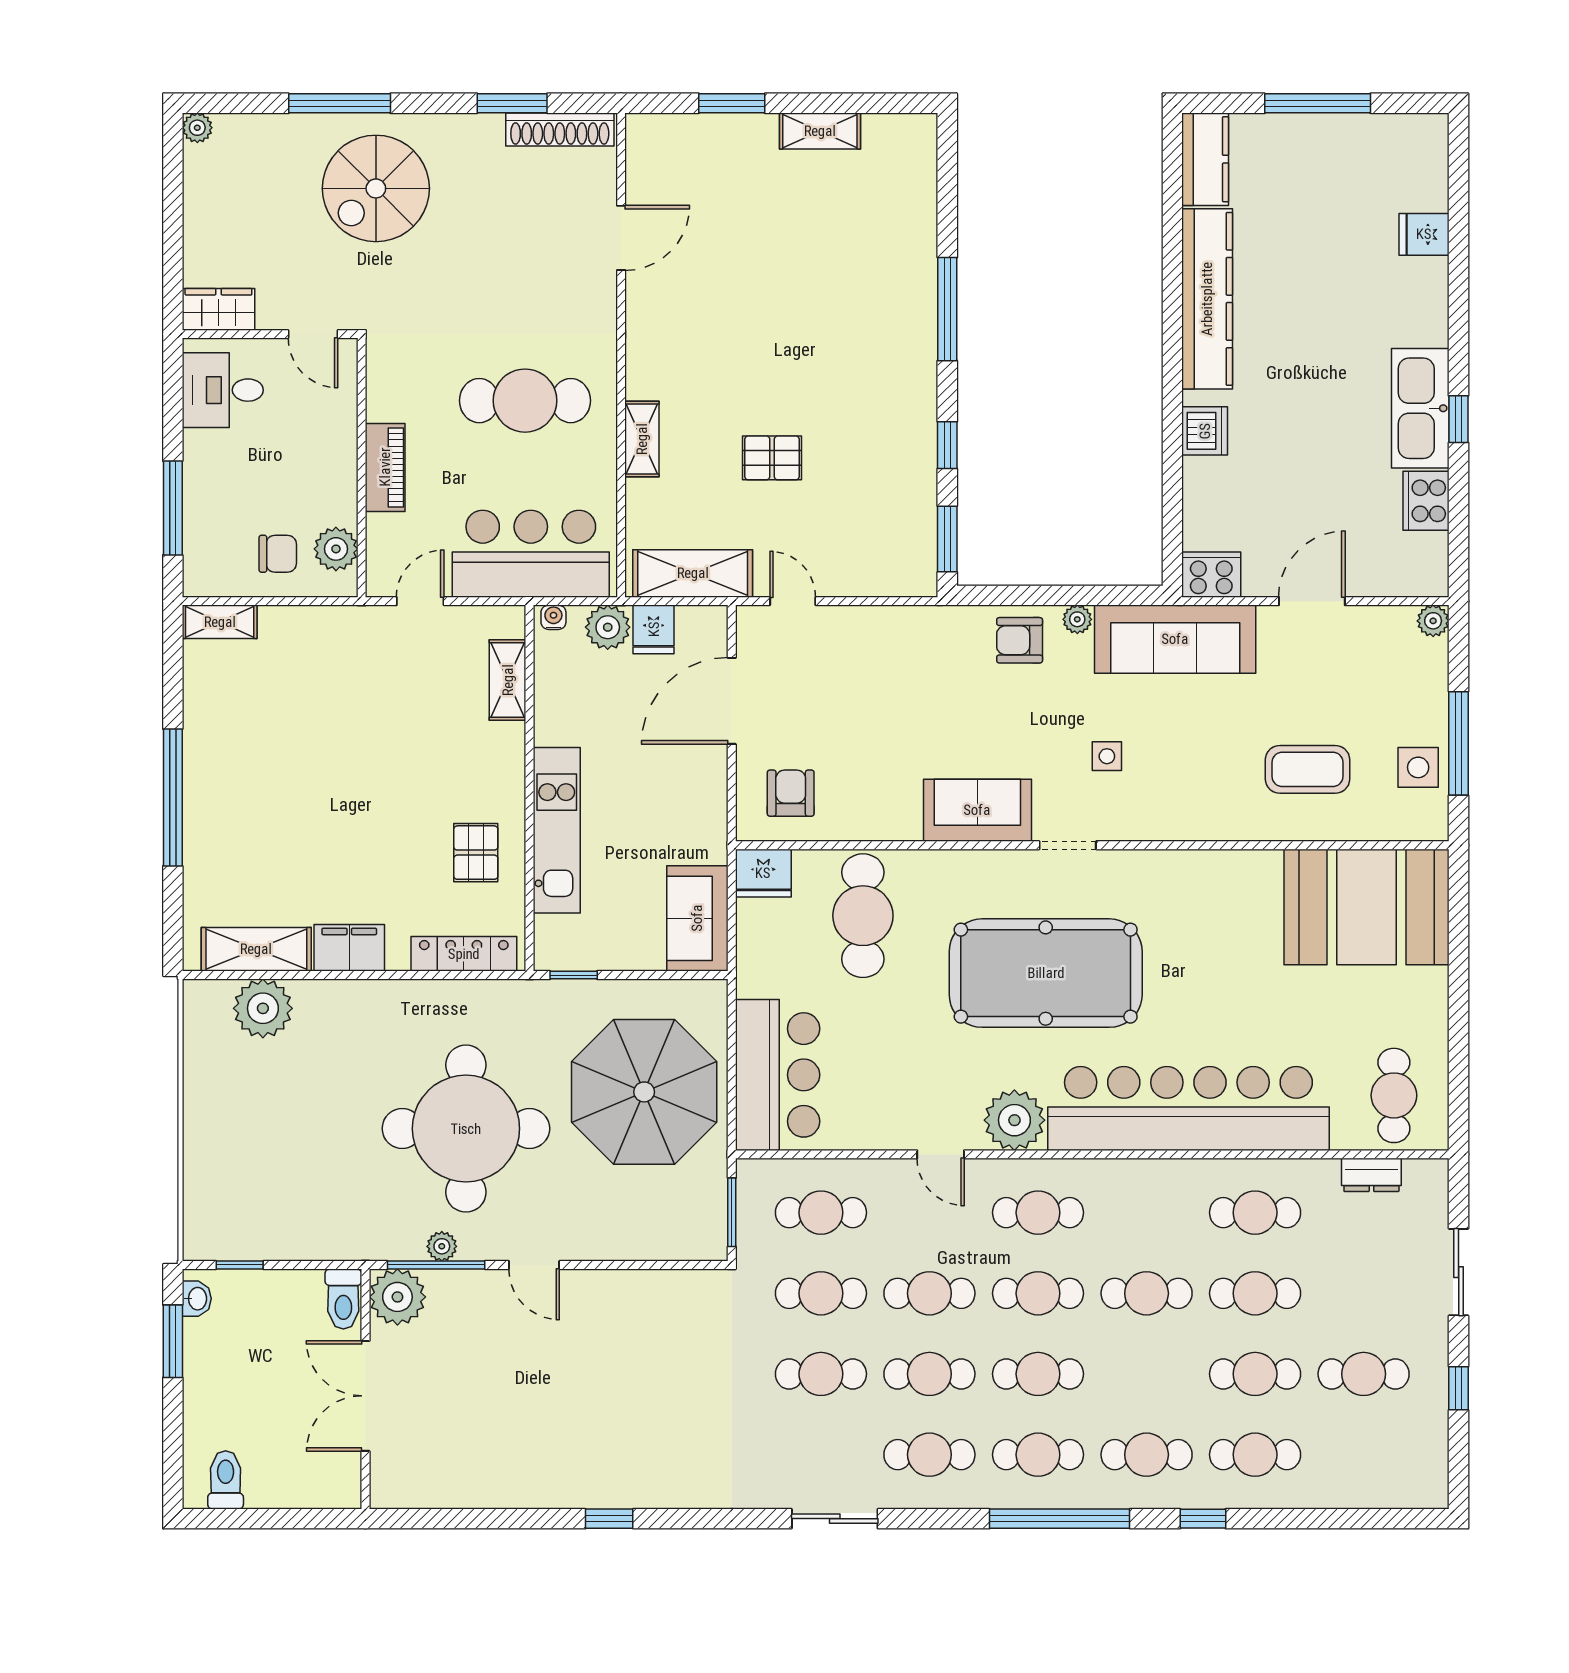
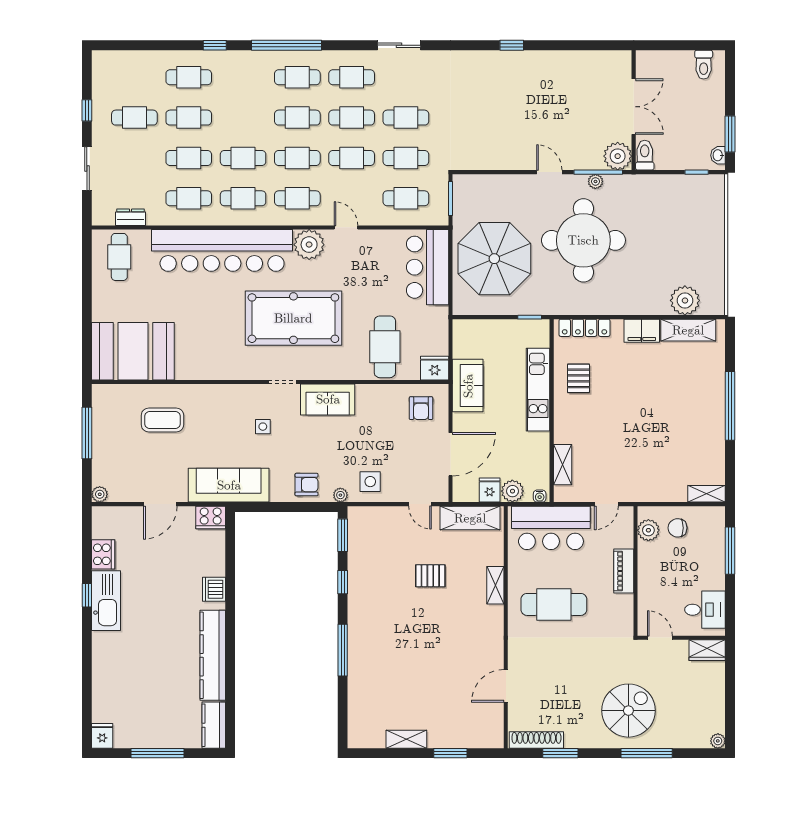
fridge: (1424, 234) -> (102, 736), moved, turned -90
plant: (1077, 619) -> (340, 495), moved
side table: (1418, 767) -> (370, 482), moved
sofa: (697, 918) -> (468, 386), moved
cafe table: (1147, 1455) -> (243, 198), moved

